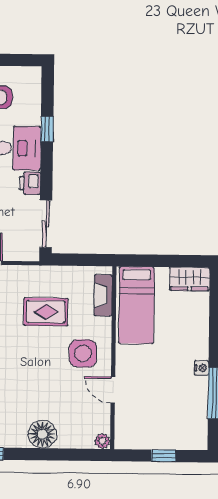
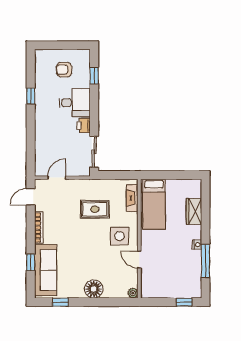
window: (47, 129) -> (94, 76), moved
wardrobe: (190, 279) -> (194, 211), moved, turned 90
window: (164, 456) -> (184, 302), moved

